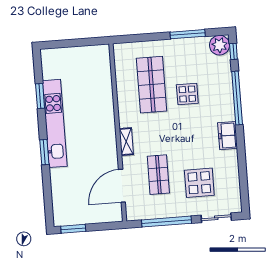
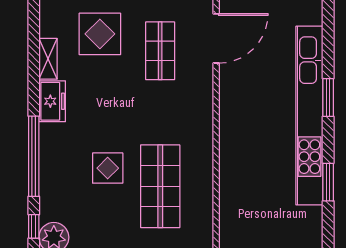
kitchen unit: (55, 123) -> (309, 116), width x1.36
shelving: (126, 142) -> (48, 59), moved

